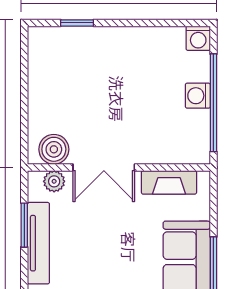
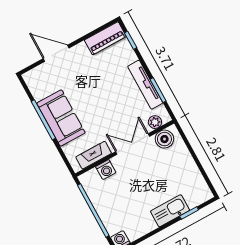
kitchen sink: (103, 41) -> (170, 211), added
washing machine: (198, 96) -> (106, 170), moved, turned 90

